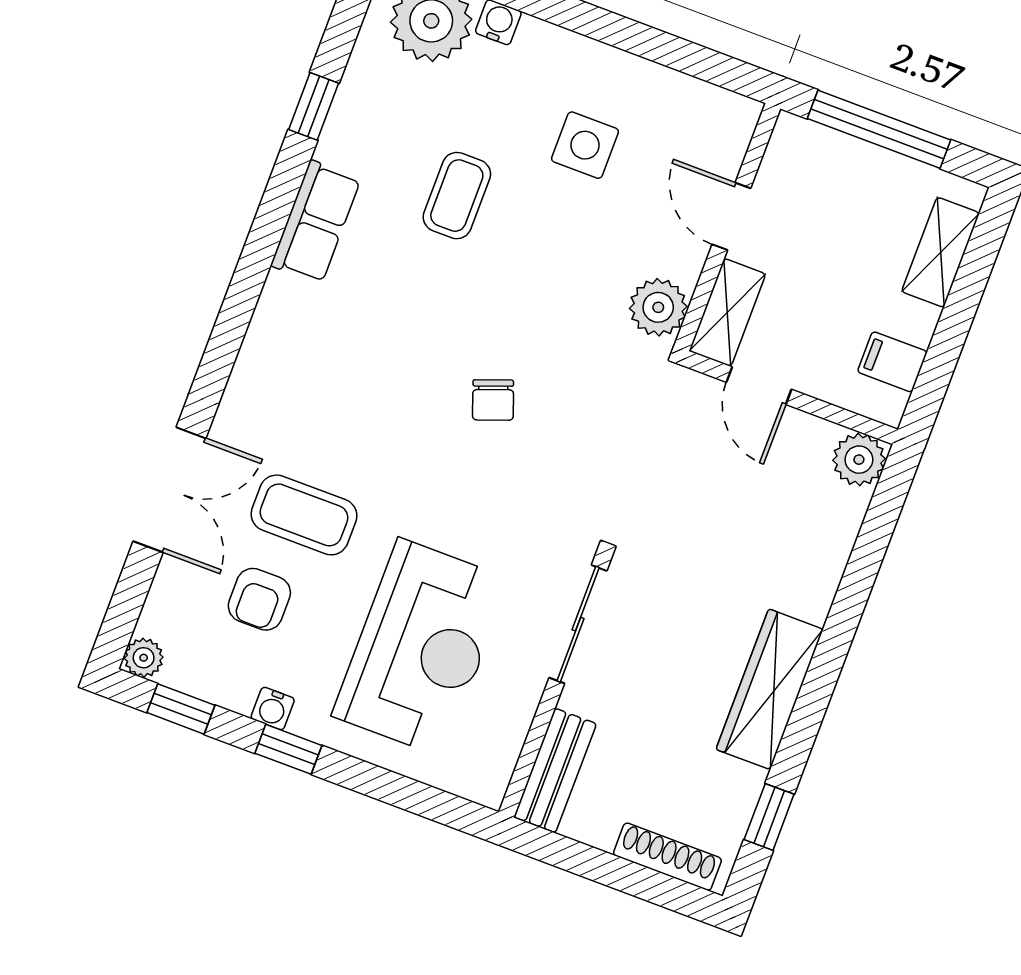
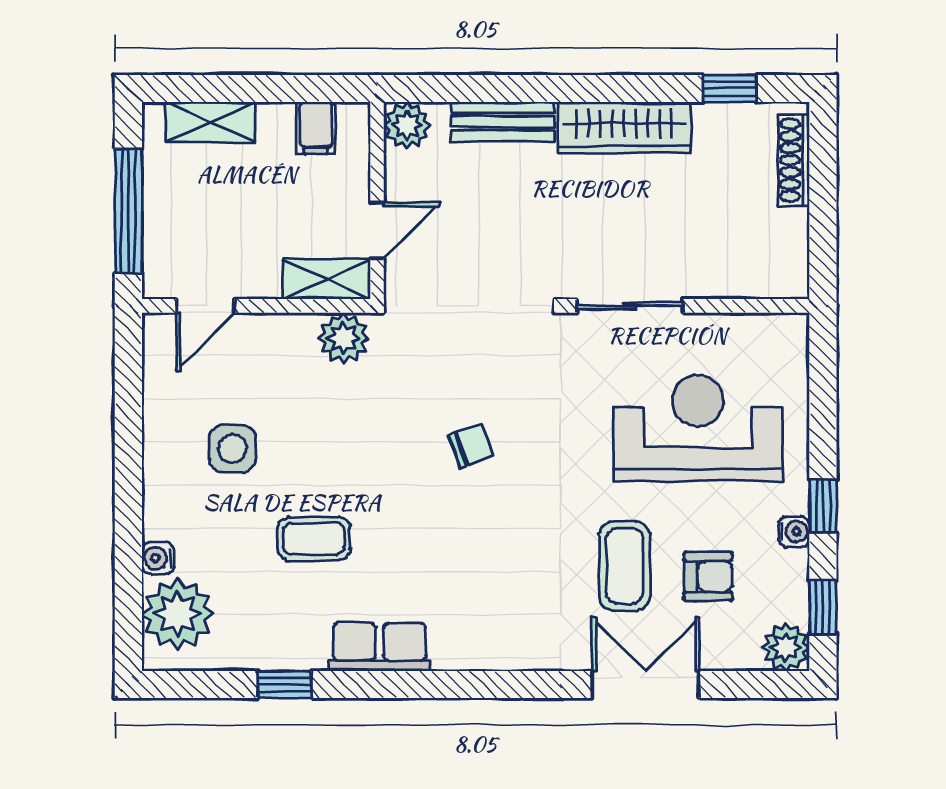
door: (731, 216) -> (205, 306), moved
plant: (144, 658) -> (786, 647), width x1.38, depth x1.38
bench: (555, 770) -> (503, 122), moved

